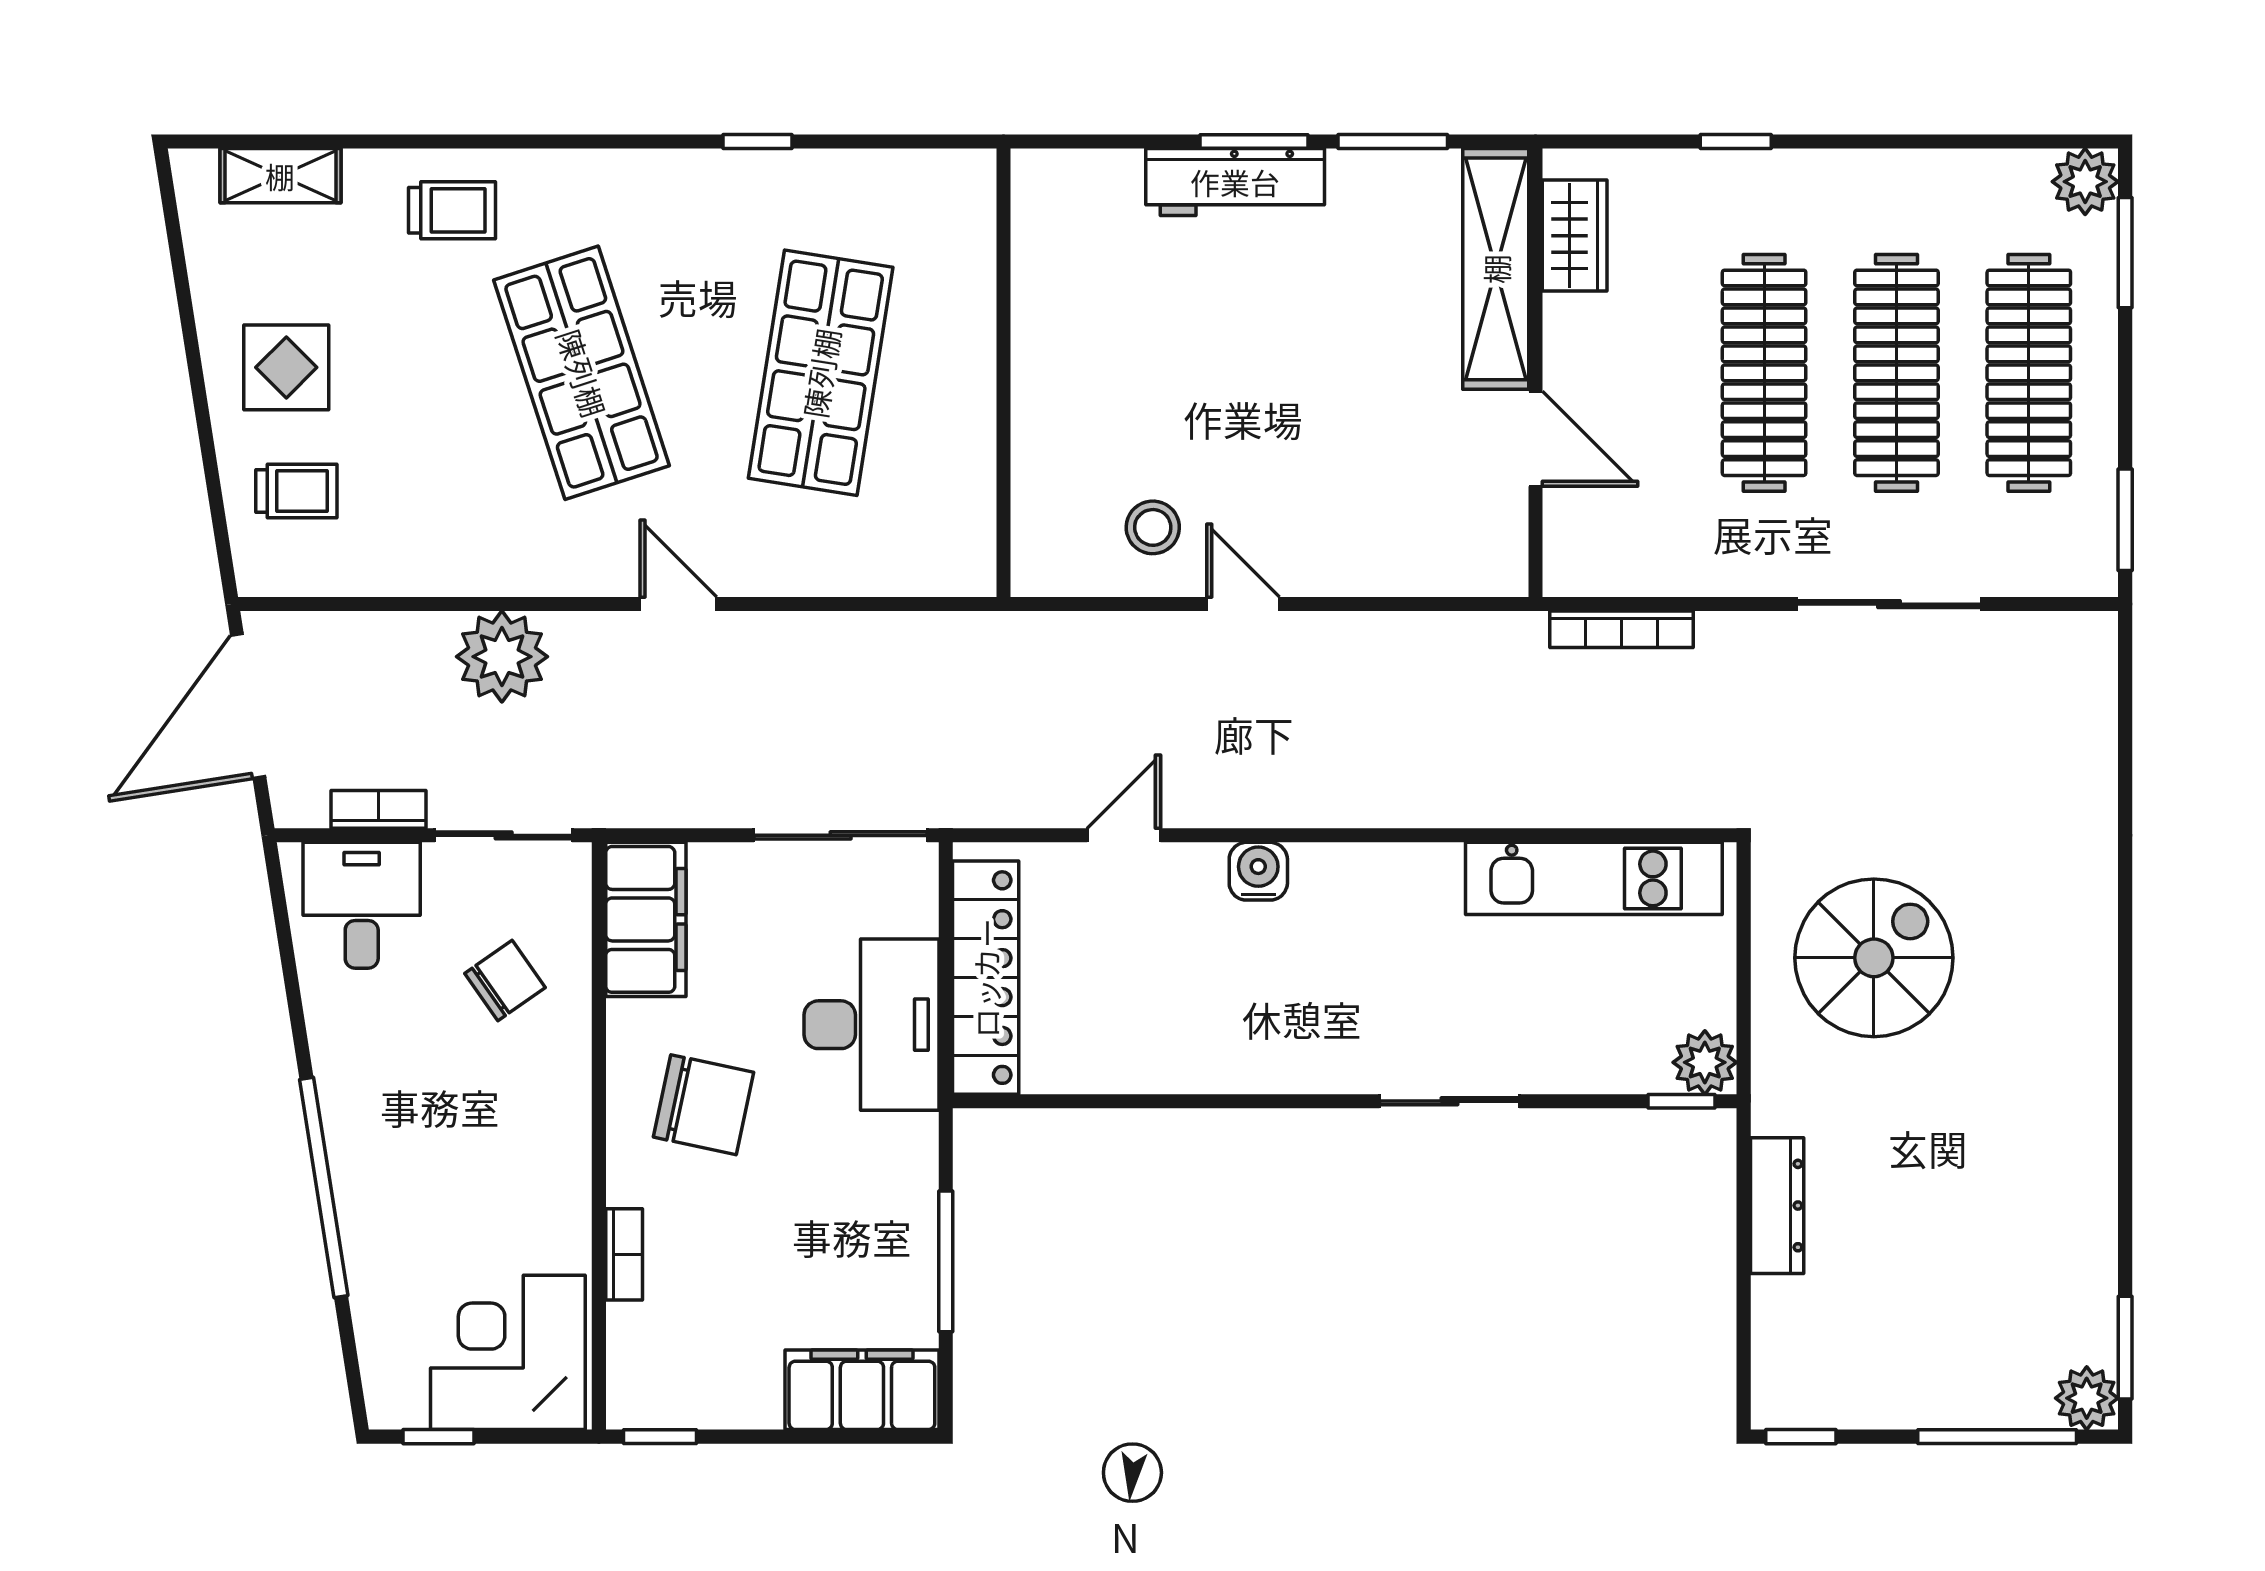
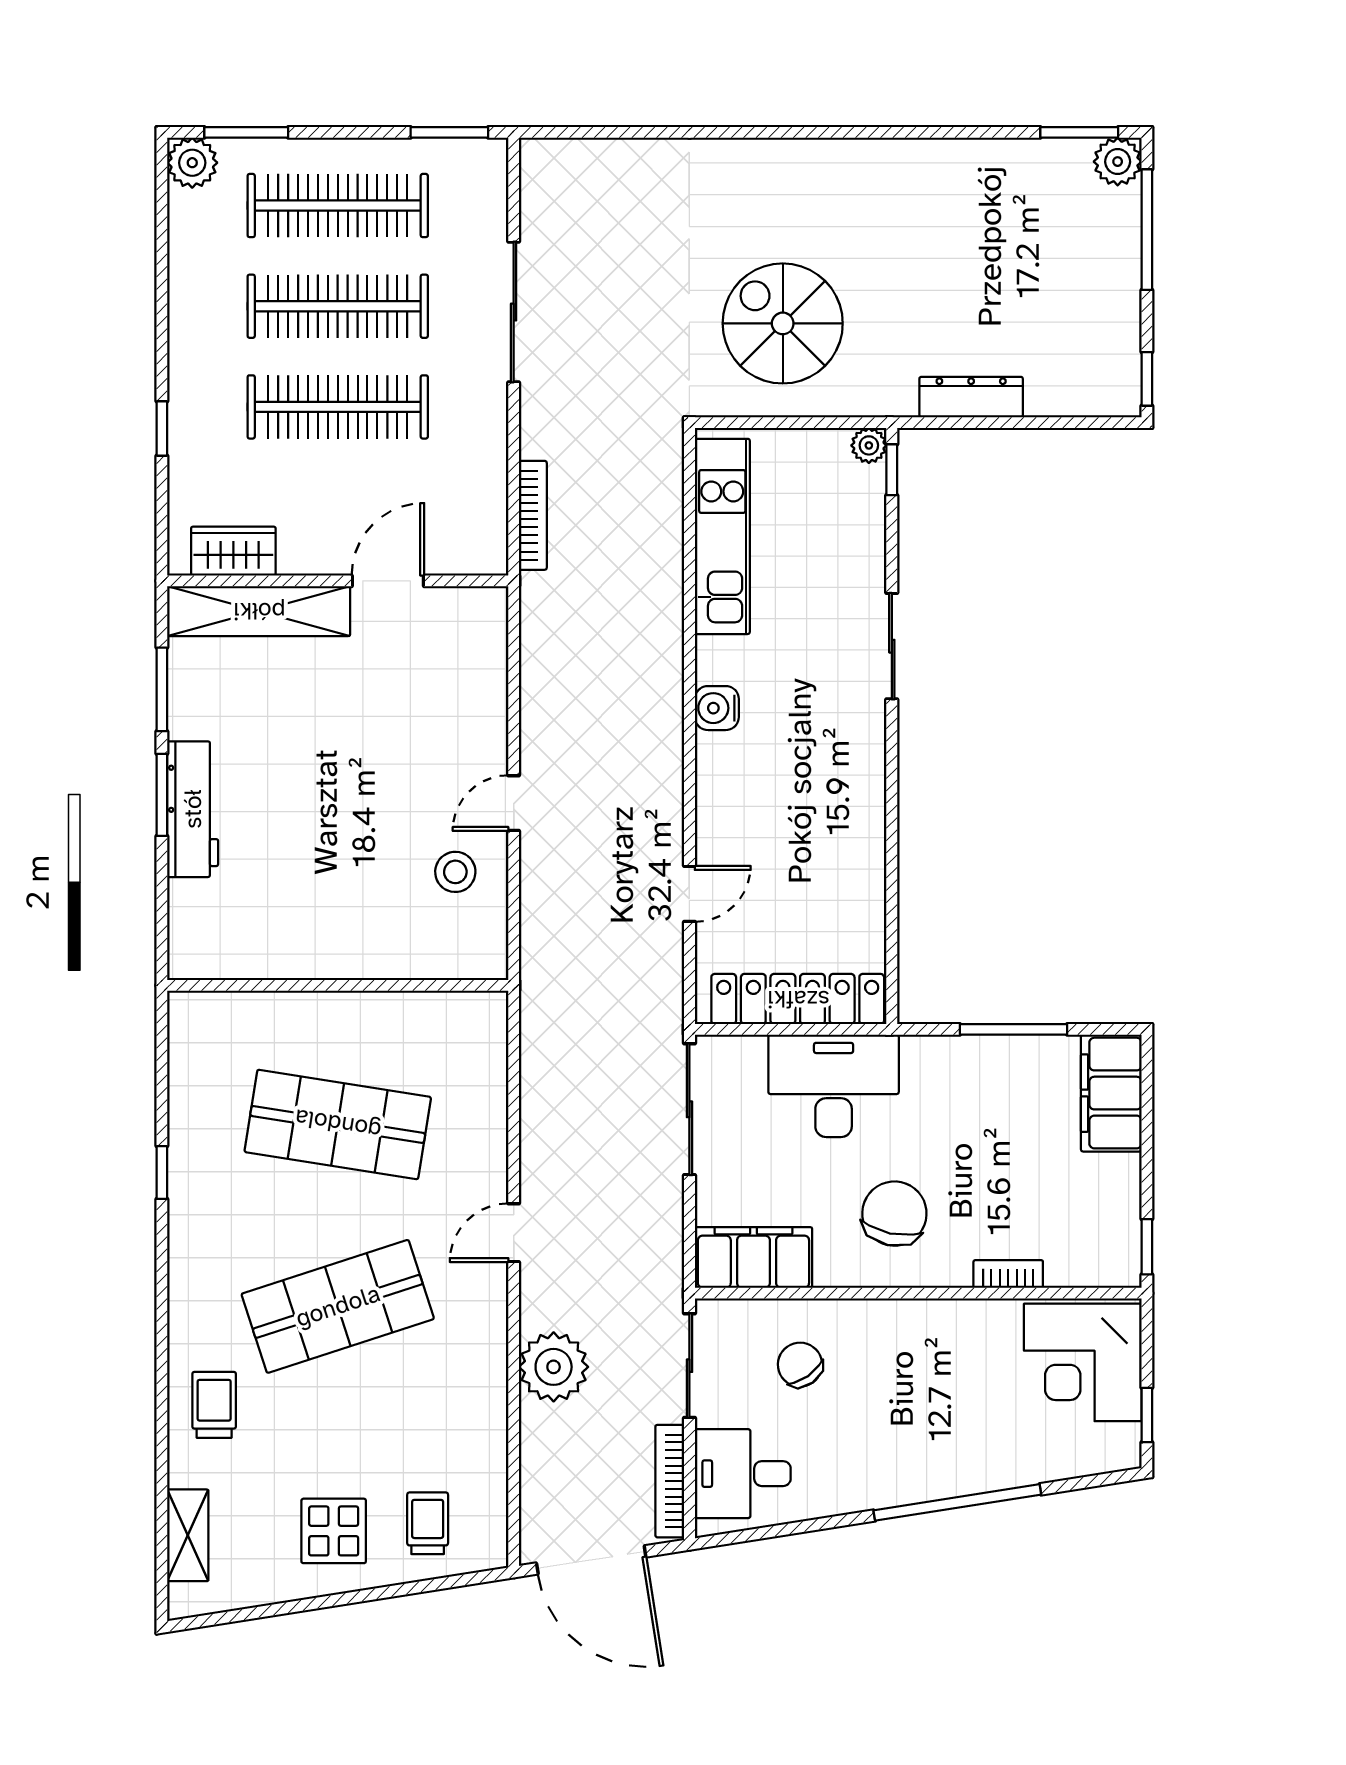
bookcase: (378, 809) -> (670, 1481), width x1.56
door: (1124, 835) -> (689, 894), swing flipped
water cooler: (1258, 871) -> (717, 708), moved
plant: (1705, 1062) -> (869, 445), width x0.73, depth x0.73

